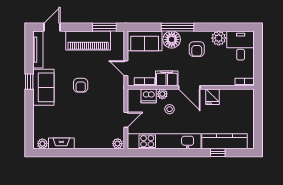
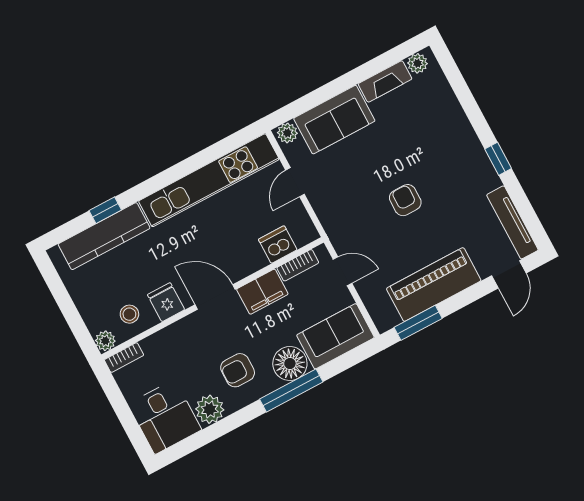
armchair: (197, 49) -> (238, 370), turned -90
sofa: (43, 87) -> (334, 120), moved, turned -90
plant: (162, 94) -> (105, 341), moved
stool: (170, 109) -> (129, 314), moved

